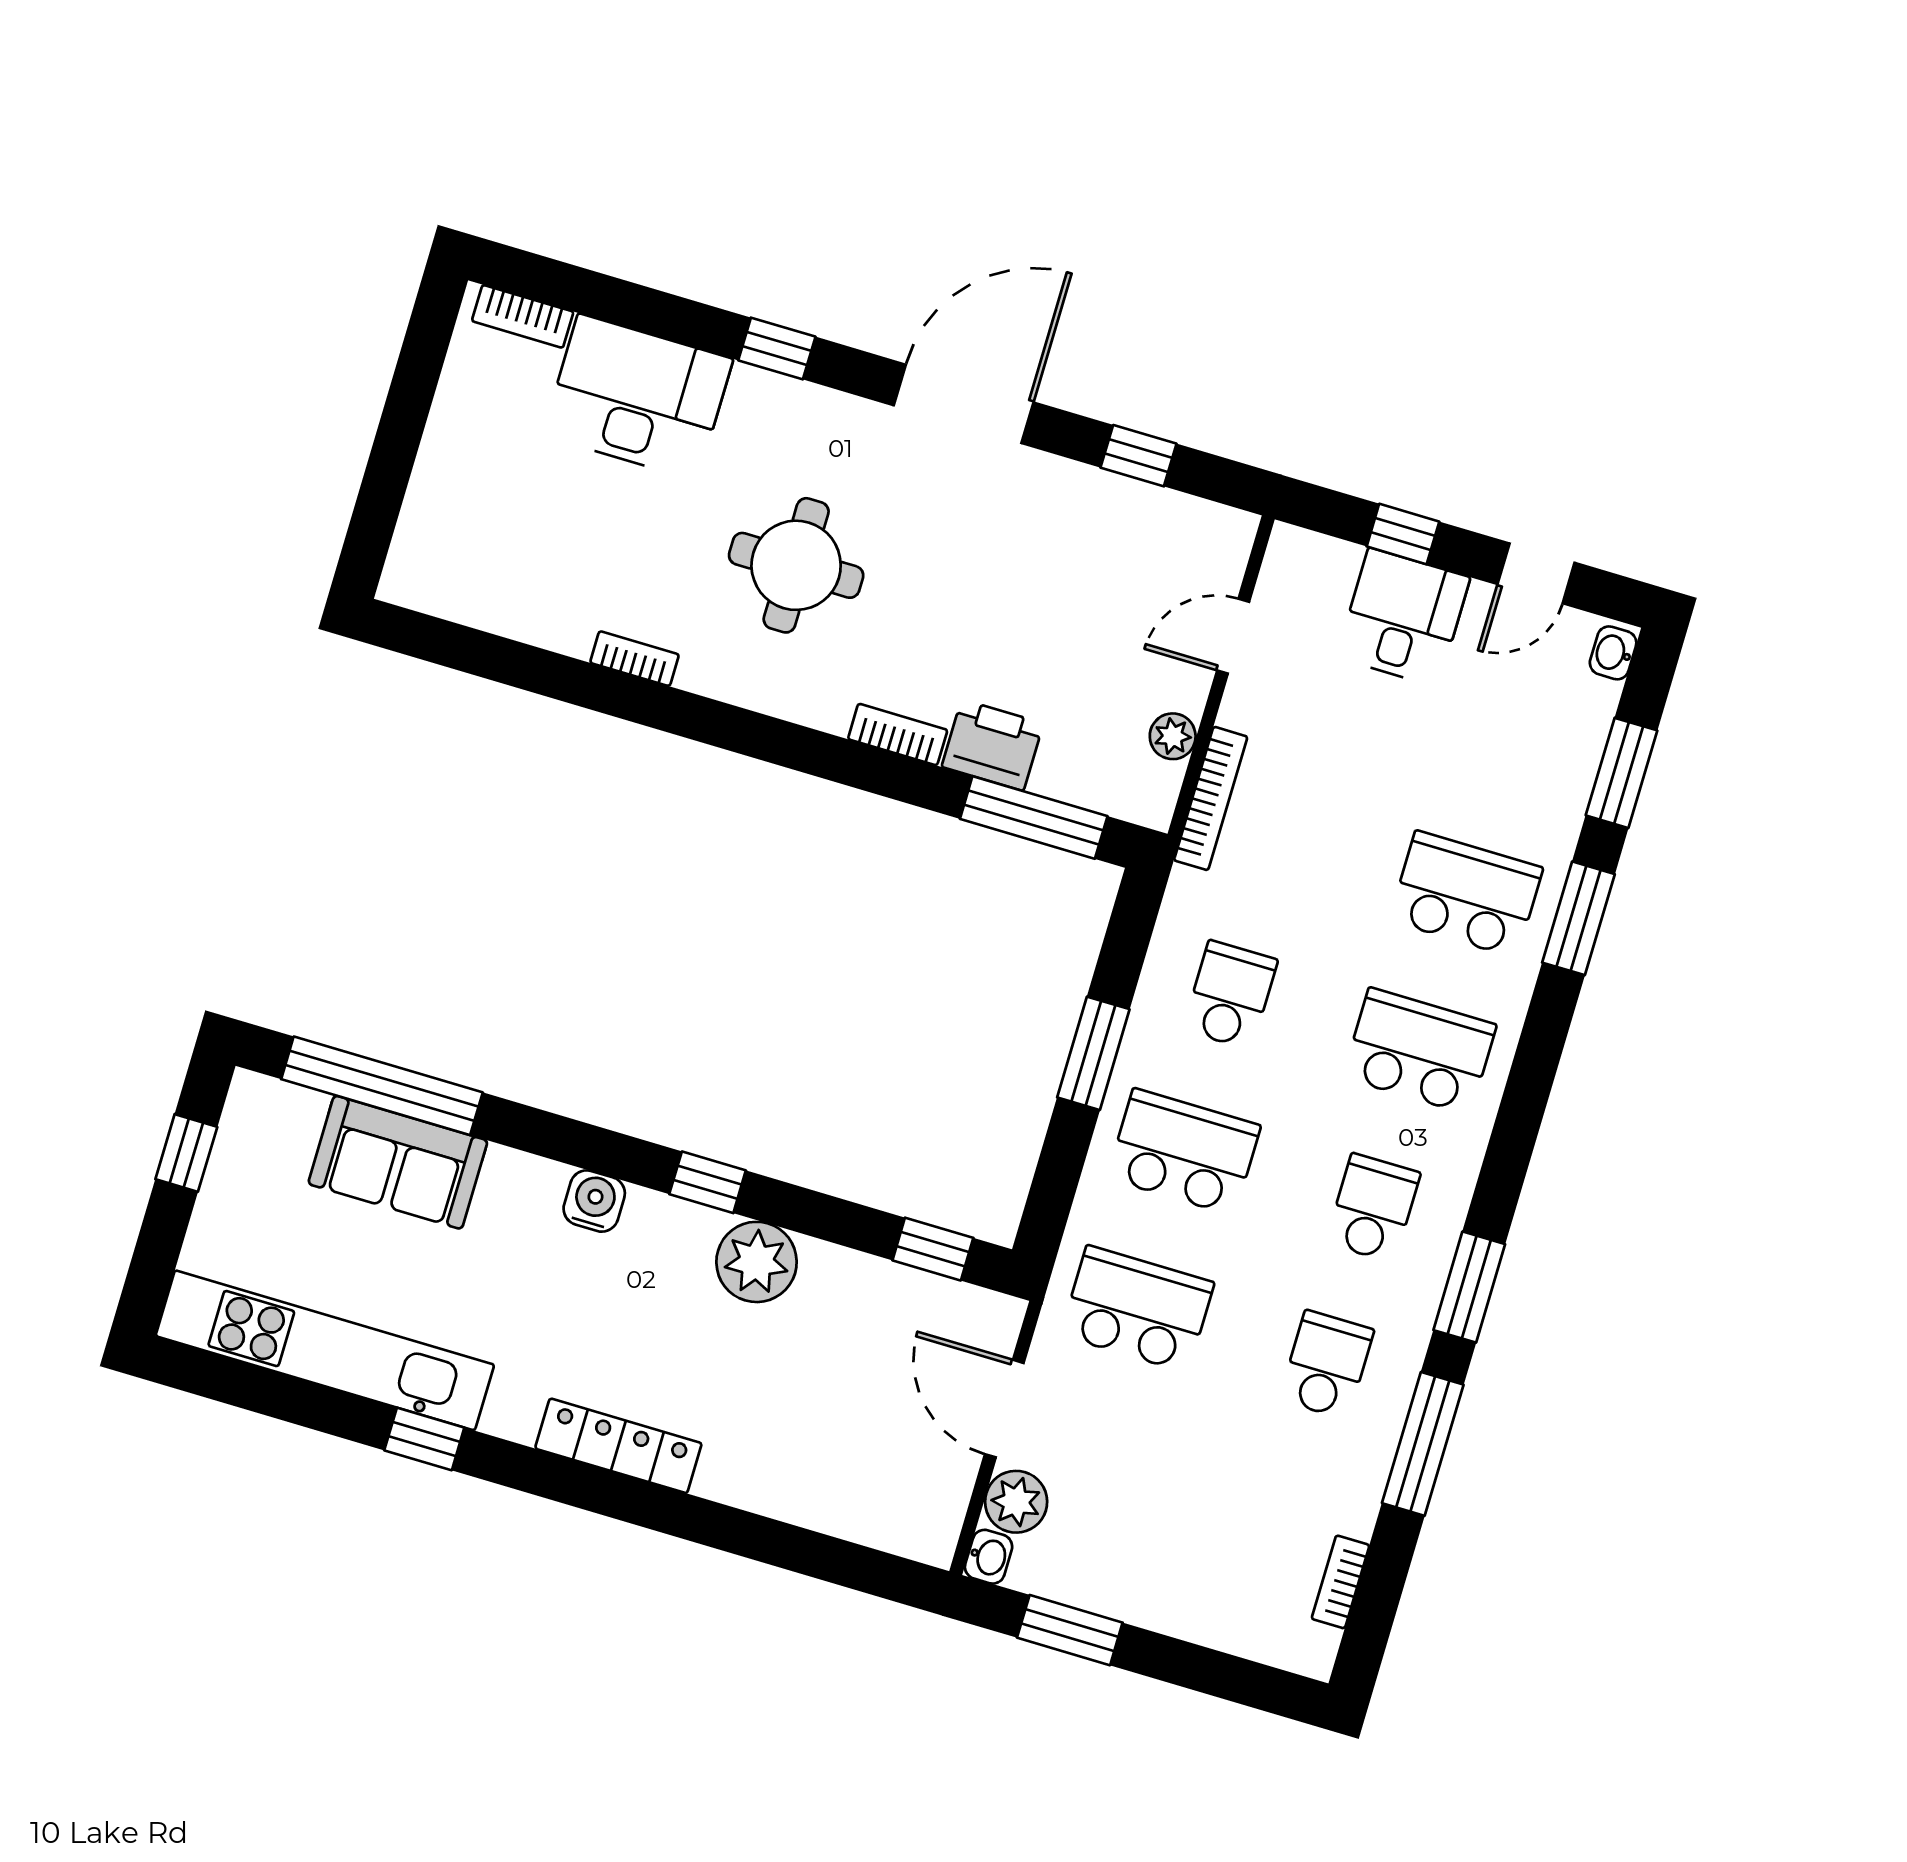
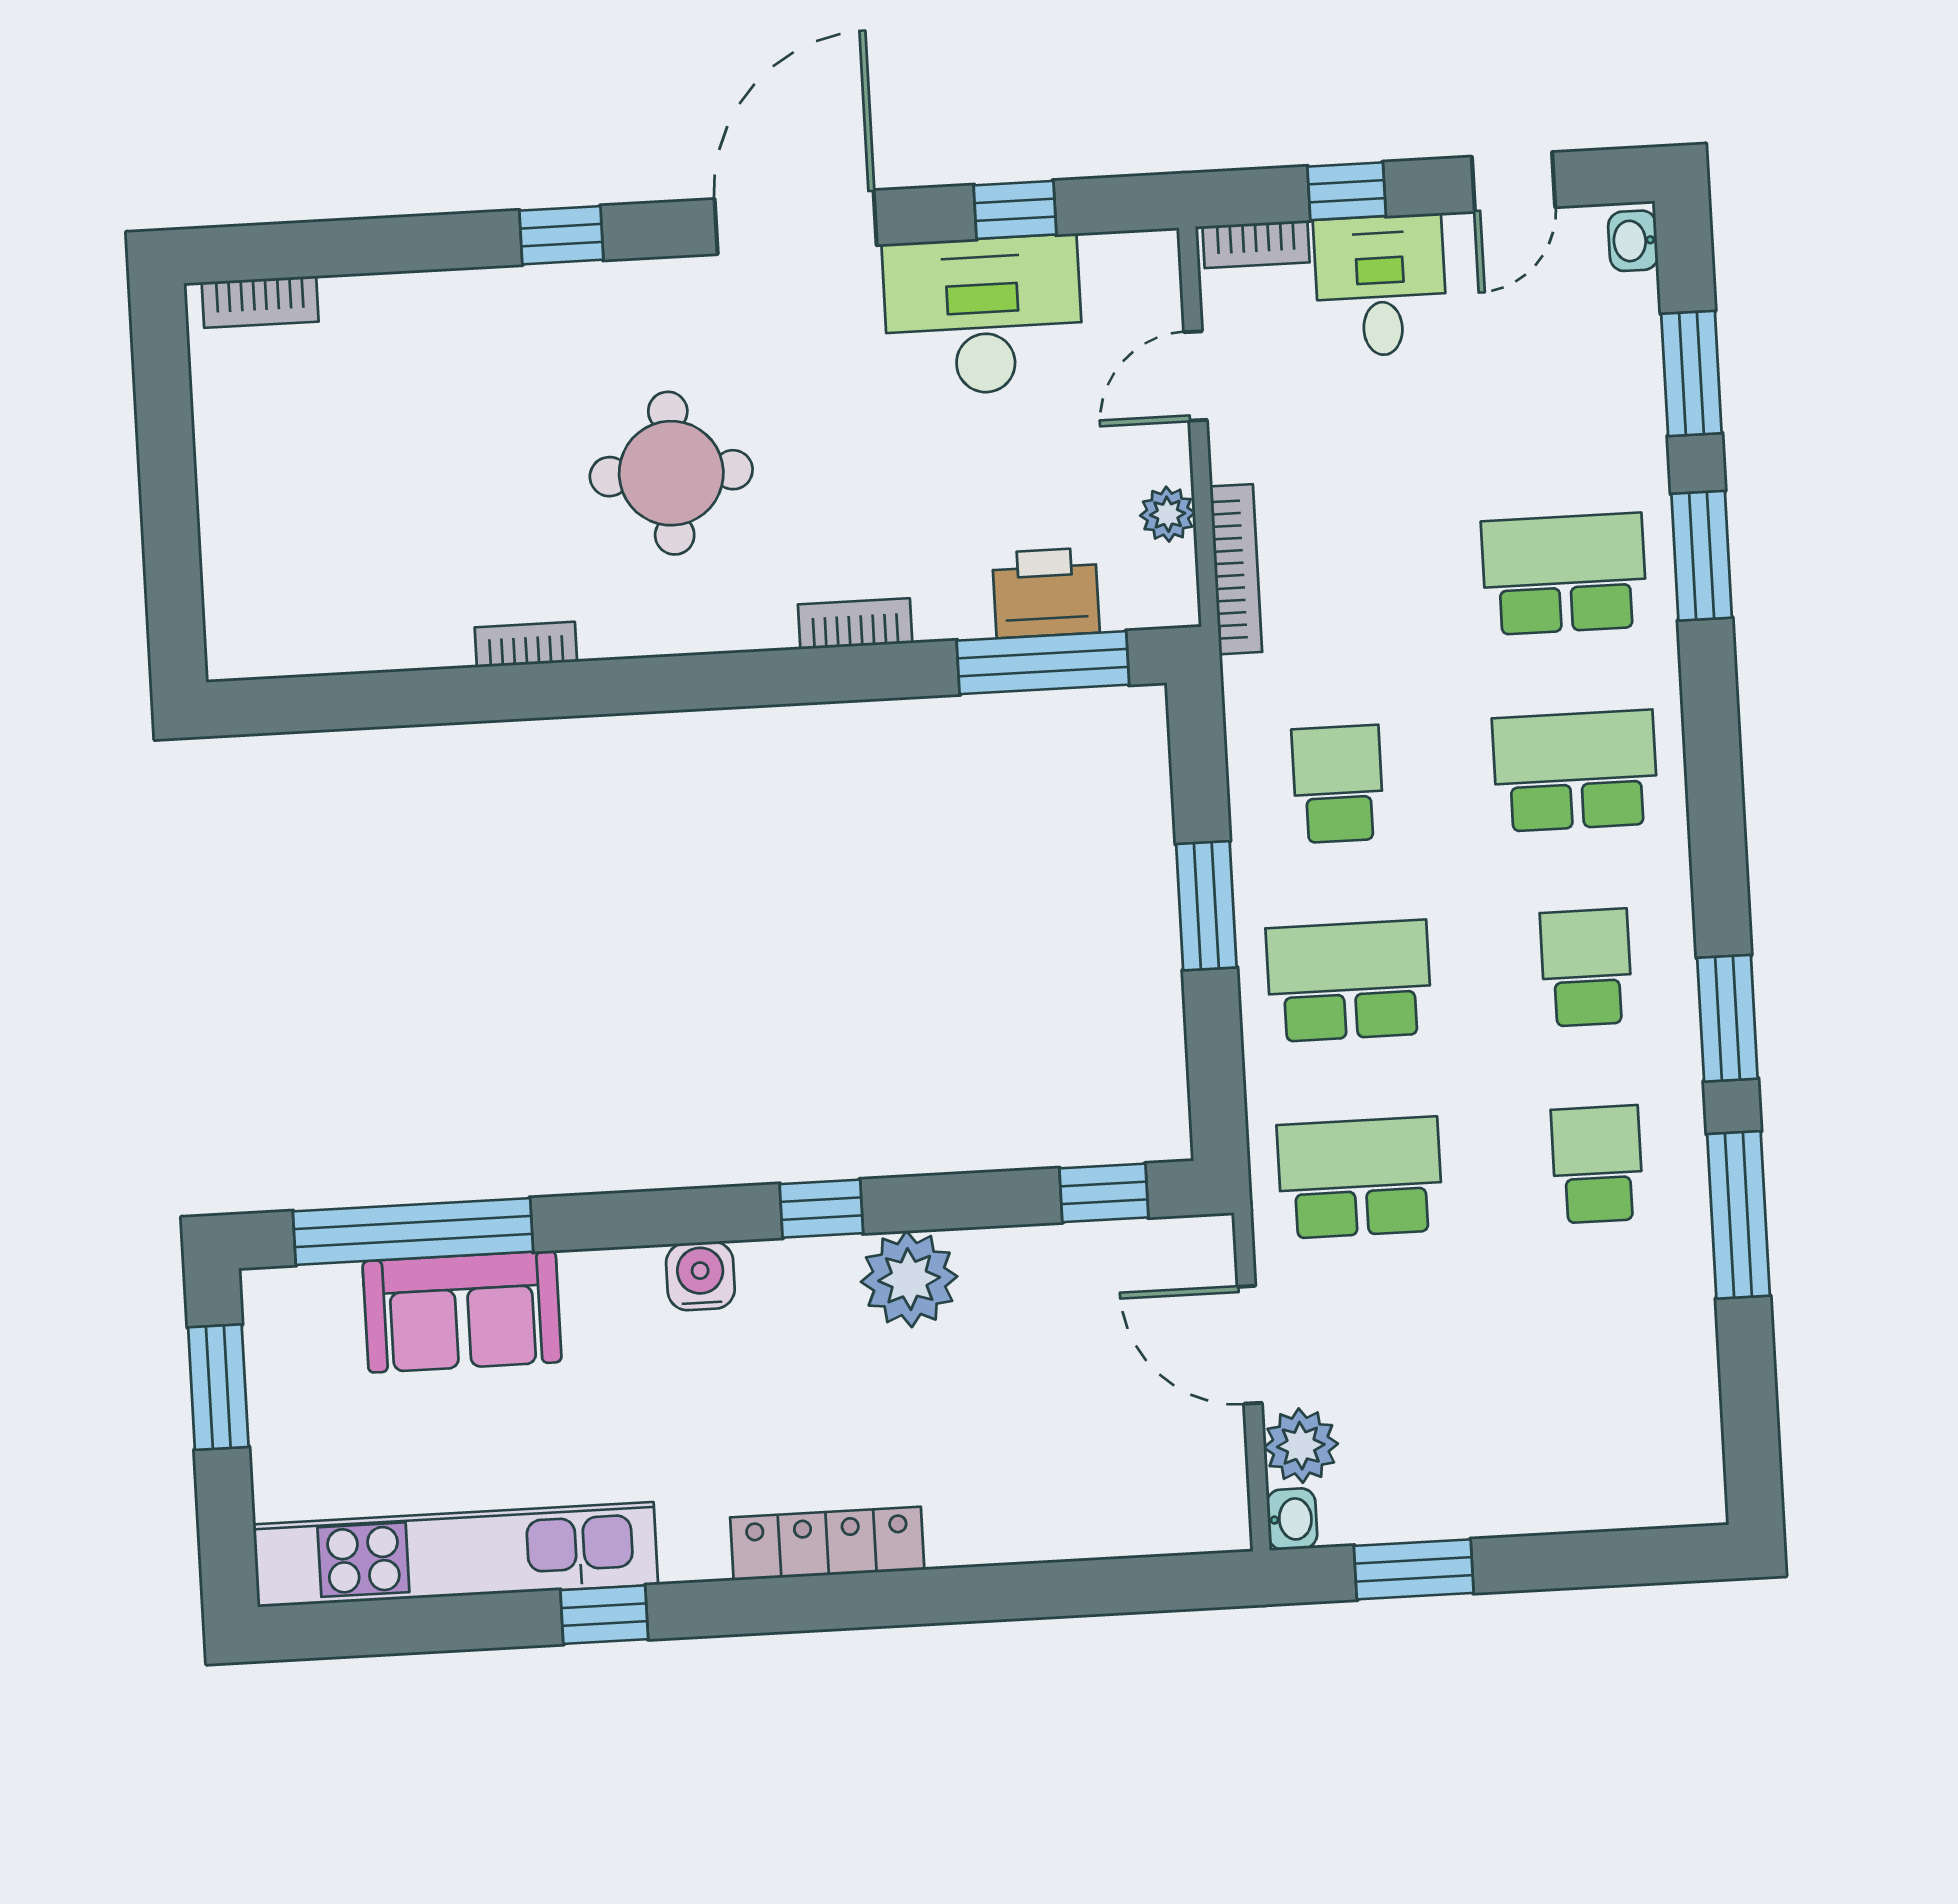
desk: (638, 397) -> (983, 315), moved
printer: (992, 745) -> (1046, 593), moved
window: (186, 1153) -> (218, 1387), width x1.50
bookcase: (1340, 1582) -> (1256, 244), moved, turned -90

